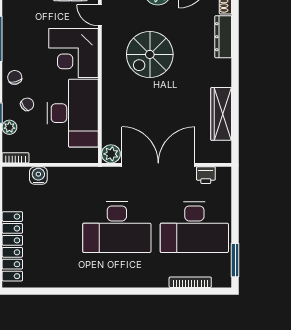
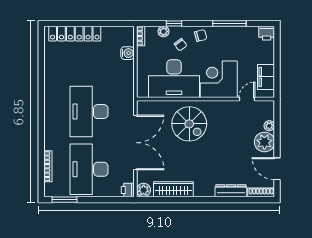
spiral stairs: (150, 54) -> (189, 124), moved, turned 180
plant: (111, 154) -> (144, 190), moved
printer: (206, 175) -> (128, 190), moved

